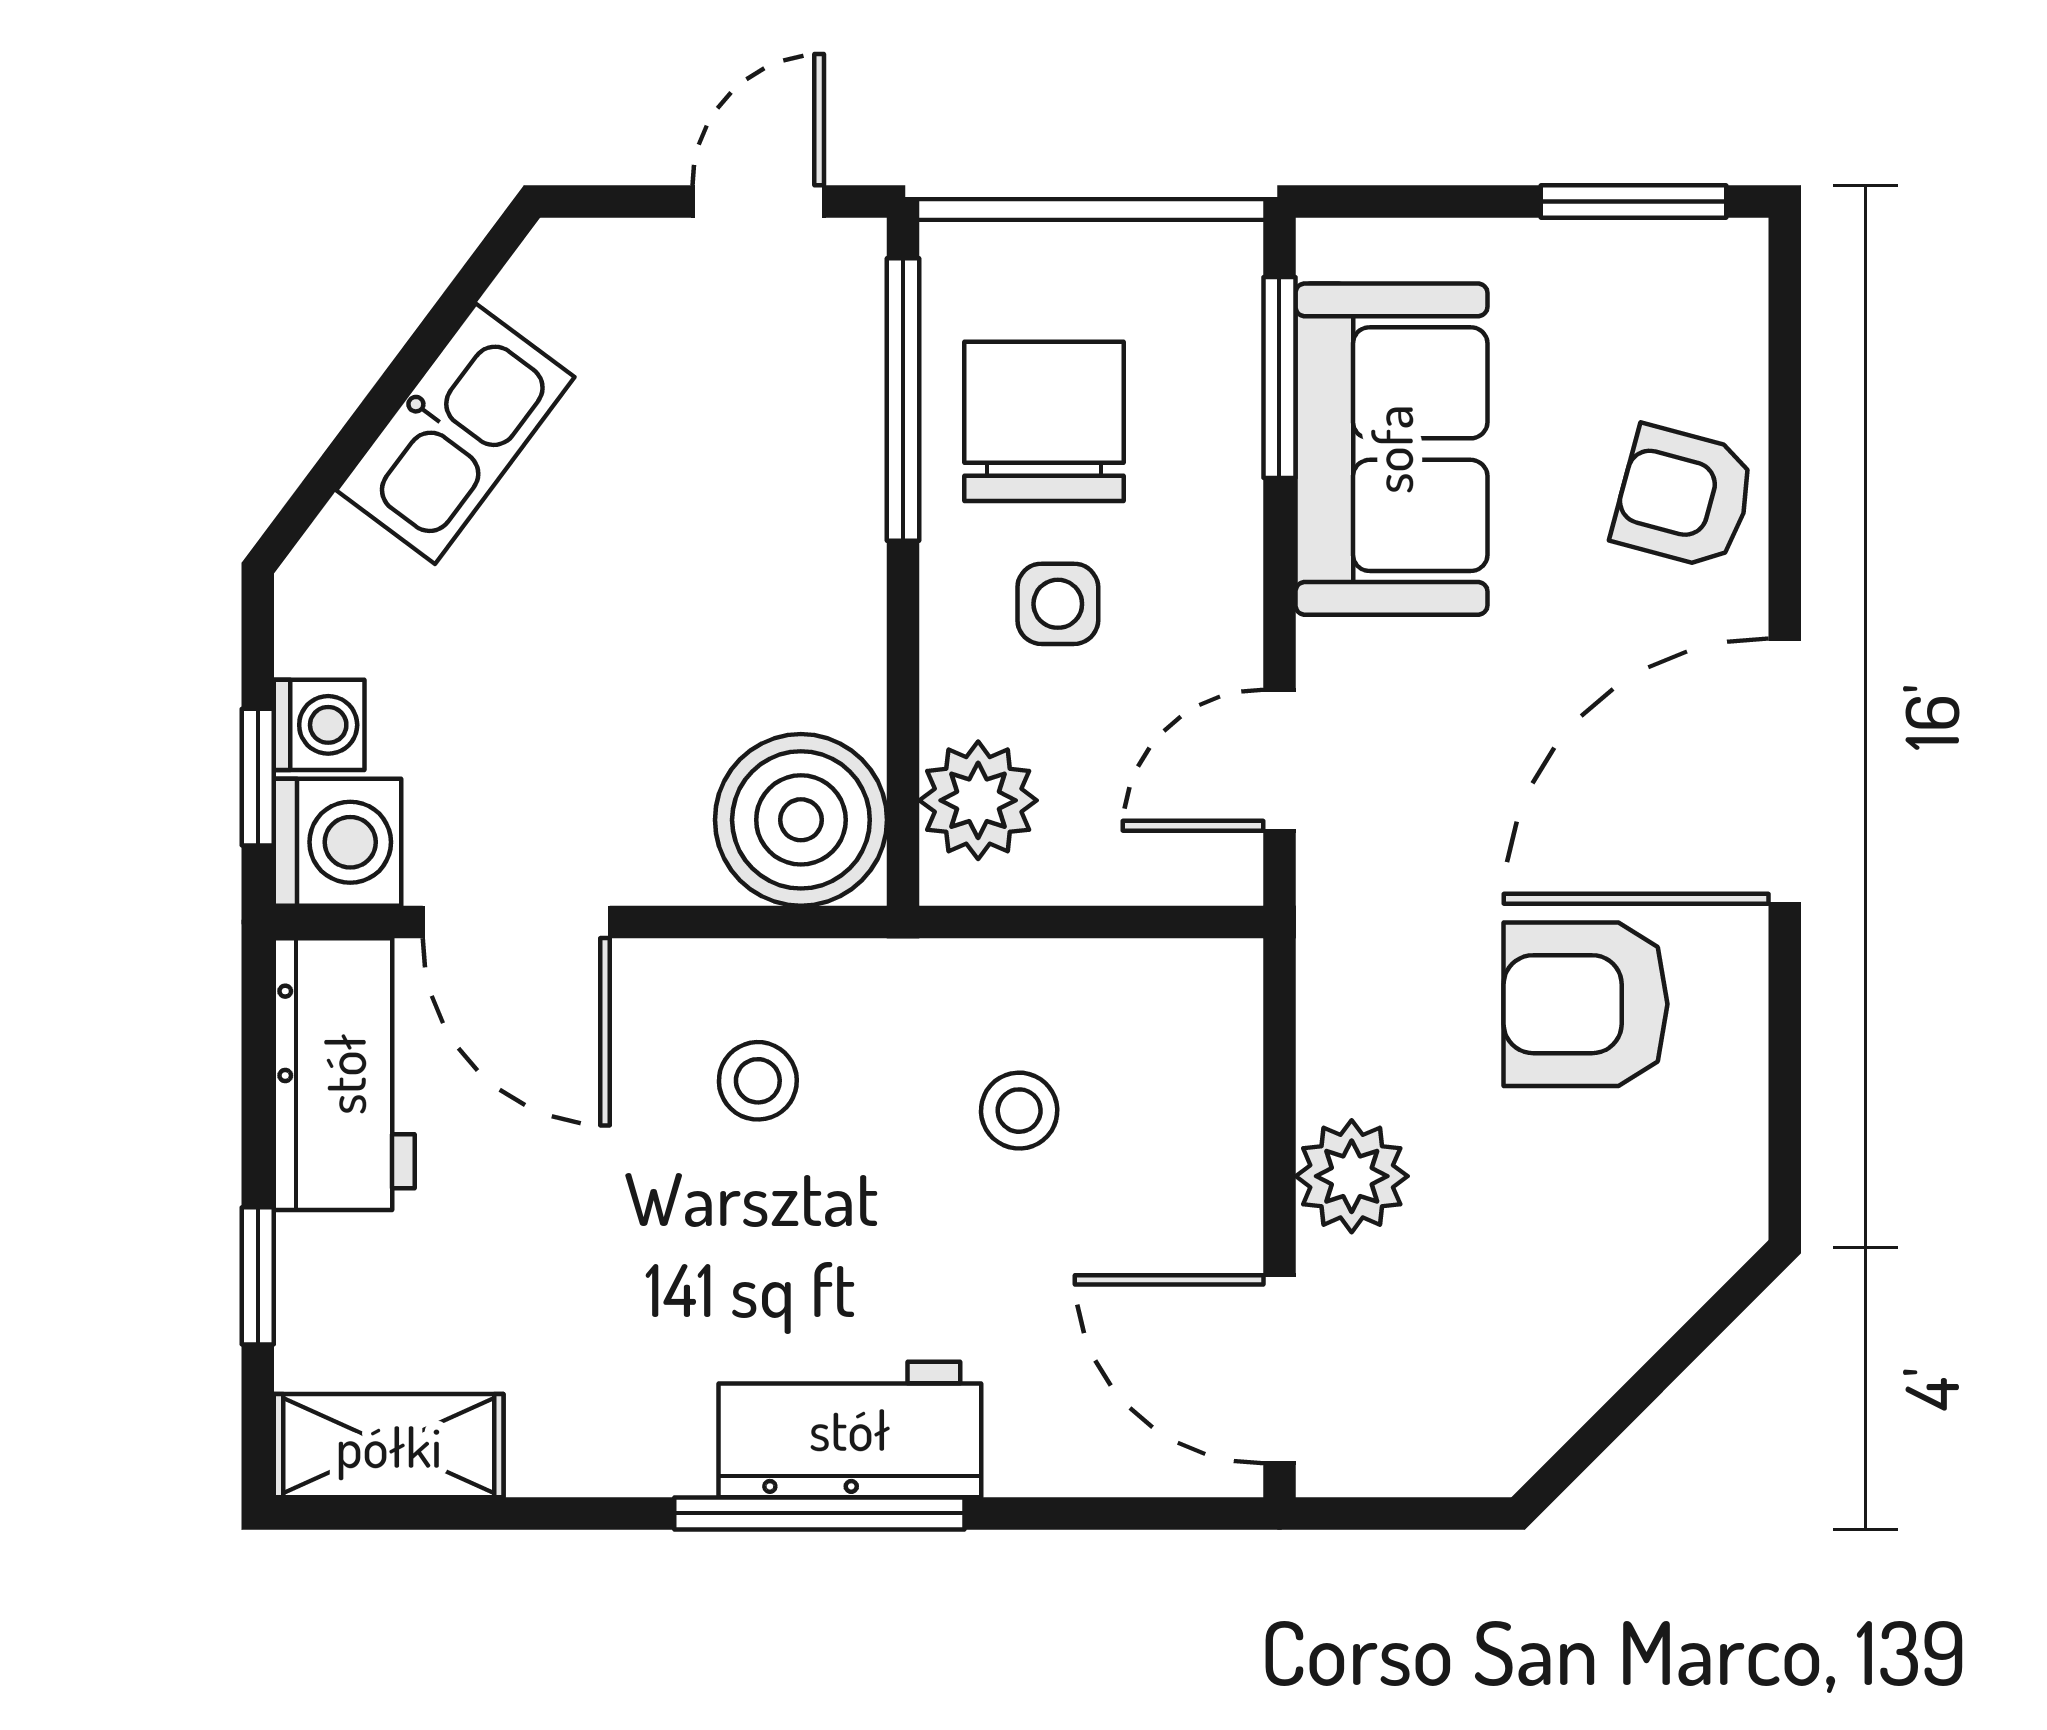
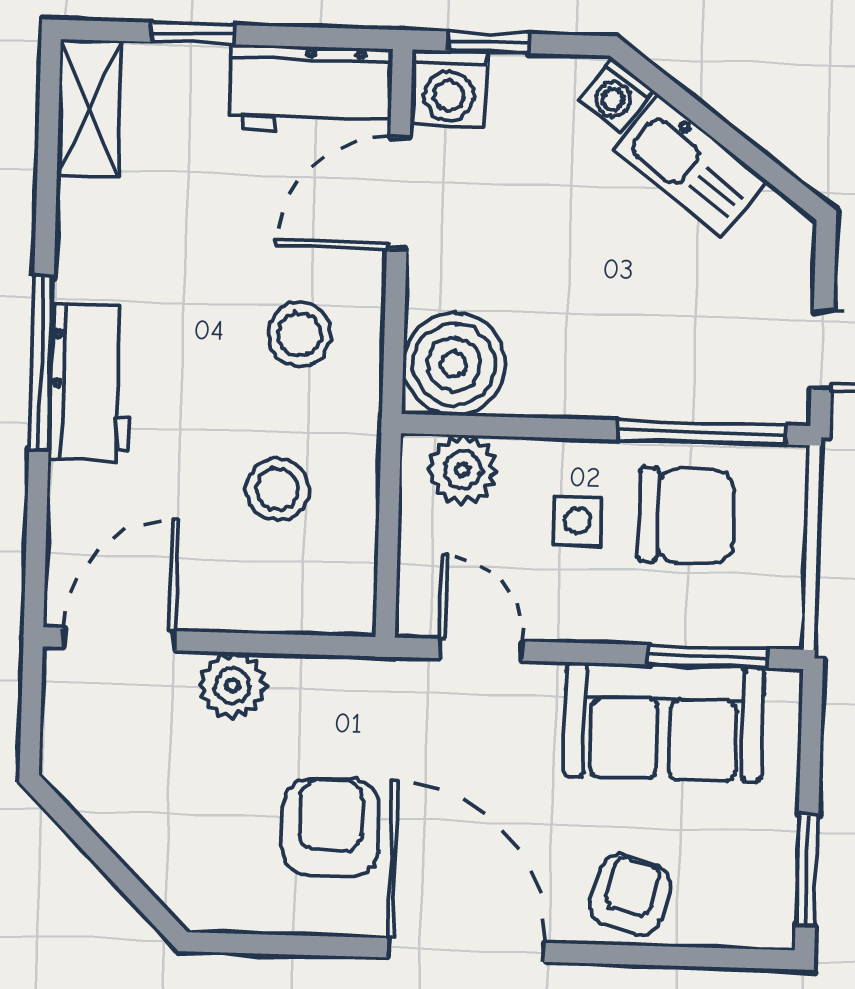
washing machine: (319, 725) -> (616, 95), moved, turned 37
stool: (758, 1081) -> (300, 334), width x1.37, depth x1.37
stool: (1019, 1111) -> (277, 489), width x1.37, depth x1.37

